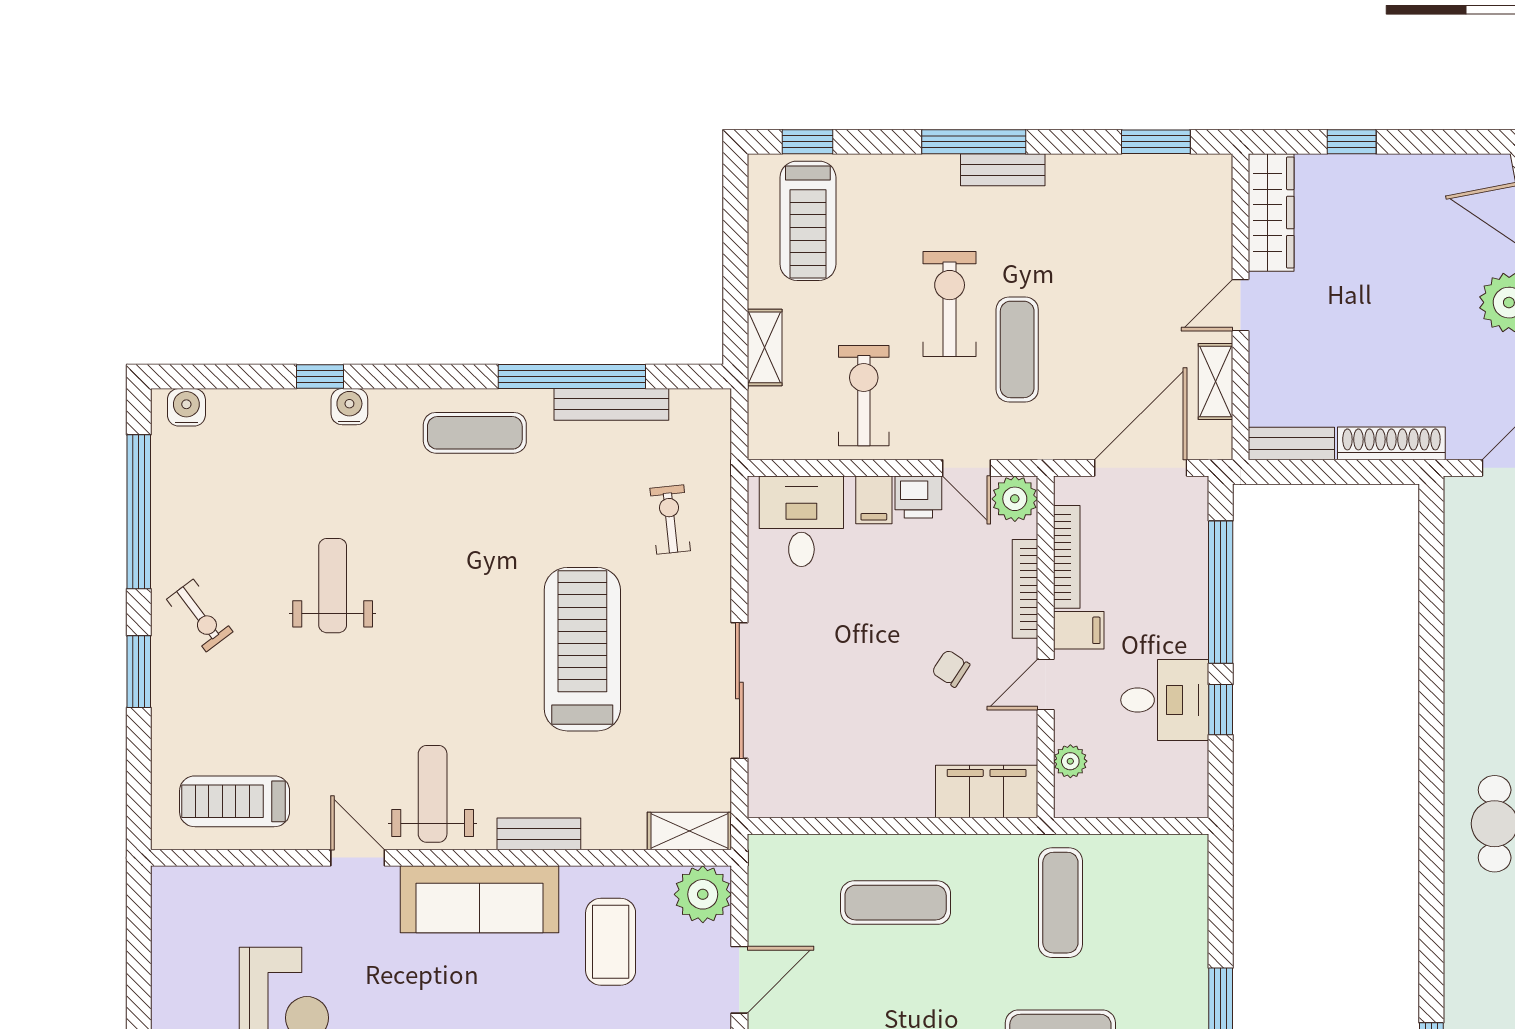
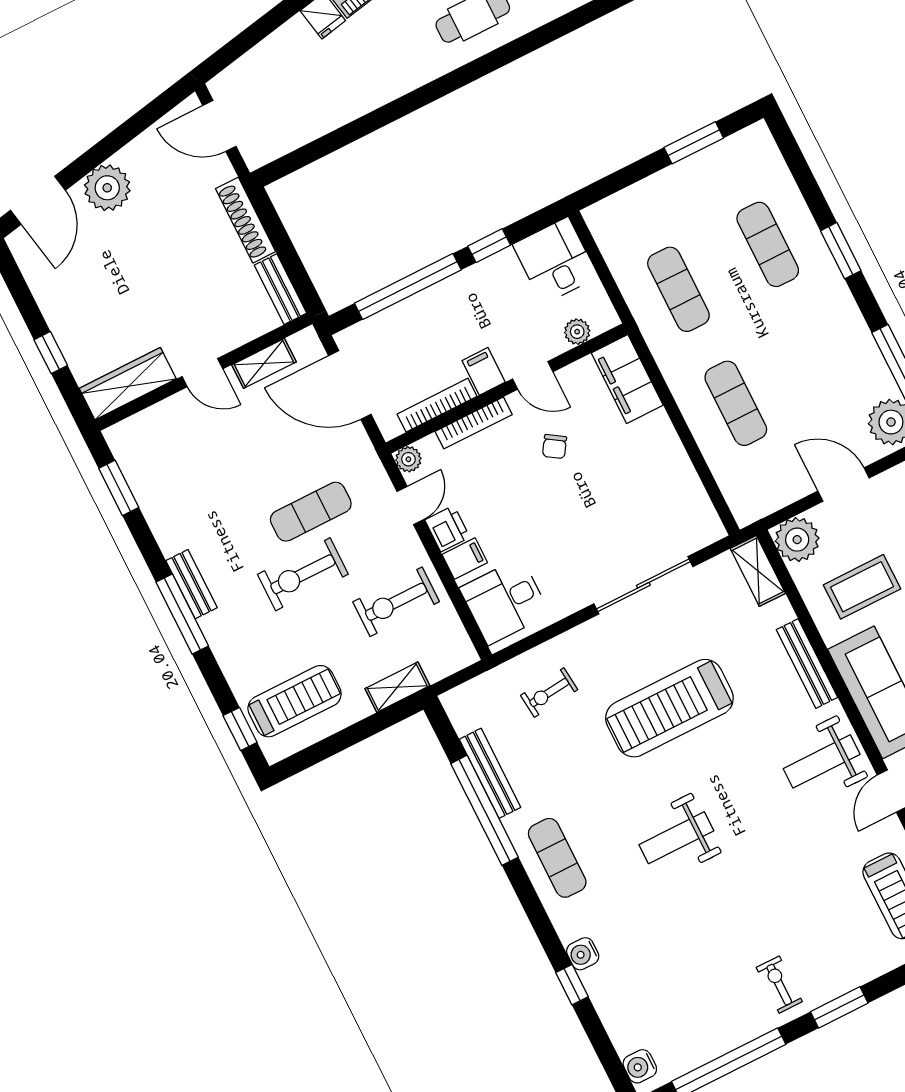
plant: (1015, 499) -> (408, 459), width x0.73, depth x0.73
weight bench: (333, 586) -> (676, 838), moved
exercise bike: (200, 616) -> (779, 985), turned -53
desk: (1165, 700) -> (555, 261), moved
bench: (539, 834) -> (807, 663), width x1.36
exercise mat: (1060, 903) -> (678, 289), turned 90

